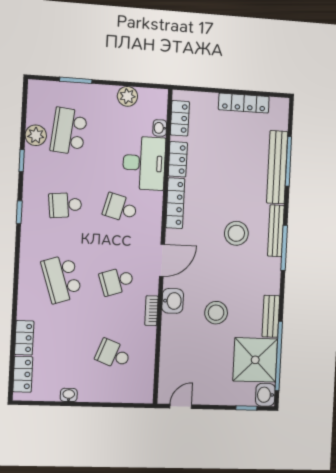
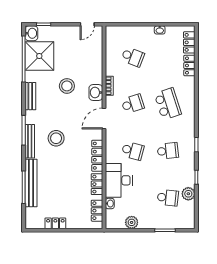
locker: (244, 103) -> (55, 223), width x0.66
school desk: (69, 131) -> (168, 198), width x0.54
bench: (271, 316) -> (30, 96), moved

